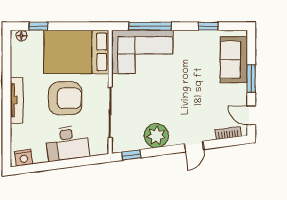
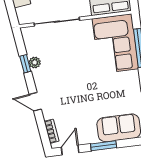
plant: (156, 136) -> (35, 62), width x0.53, depth x0.53
window: (131, 155) -> (25, 64), moved

